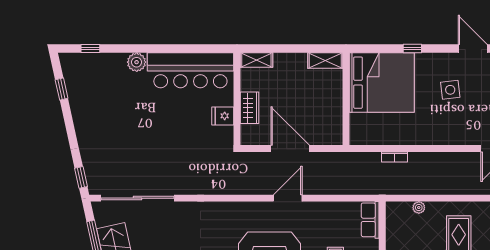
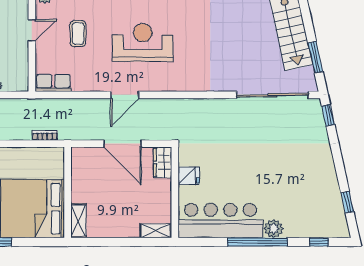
window: (153, 49) -> (257, 242), added
shelving: (325, 61) -> (79, 221), moved, turned 90
wardrobe: (249, 108) -> (163, 162), moved
bookcase: (394, 157) -> (45, 135), moved
row of seats: (370, 220) -> (53, 83), moved, turned -90

